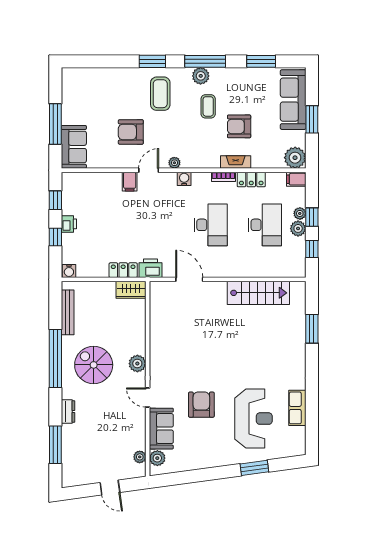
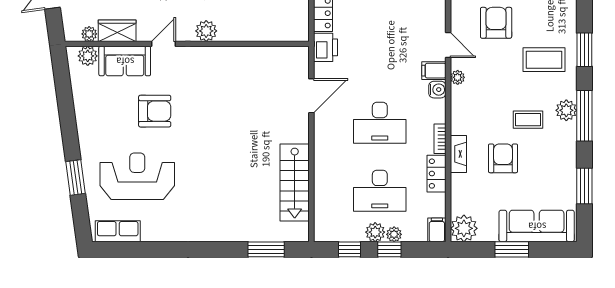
filing cabinet: (130, 182) -> (434, 71), moved
wardrobe: (131, 290) -> (117, 31), moved, turned 90
window: (312, 329) -> (266, 249), moved
row of seats: (297, 408) -> (118, 231), moved
reception desk: (253, 419) -> (137, 176), turned 180

